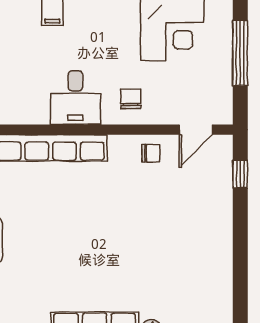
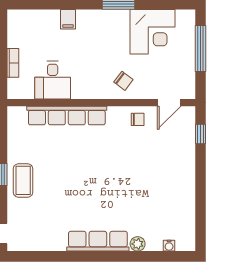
desk: (75, 98) -> (53, 80), moved
chair: (131, 99) -> (123, 81), turned 127

